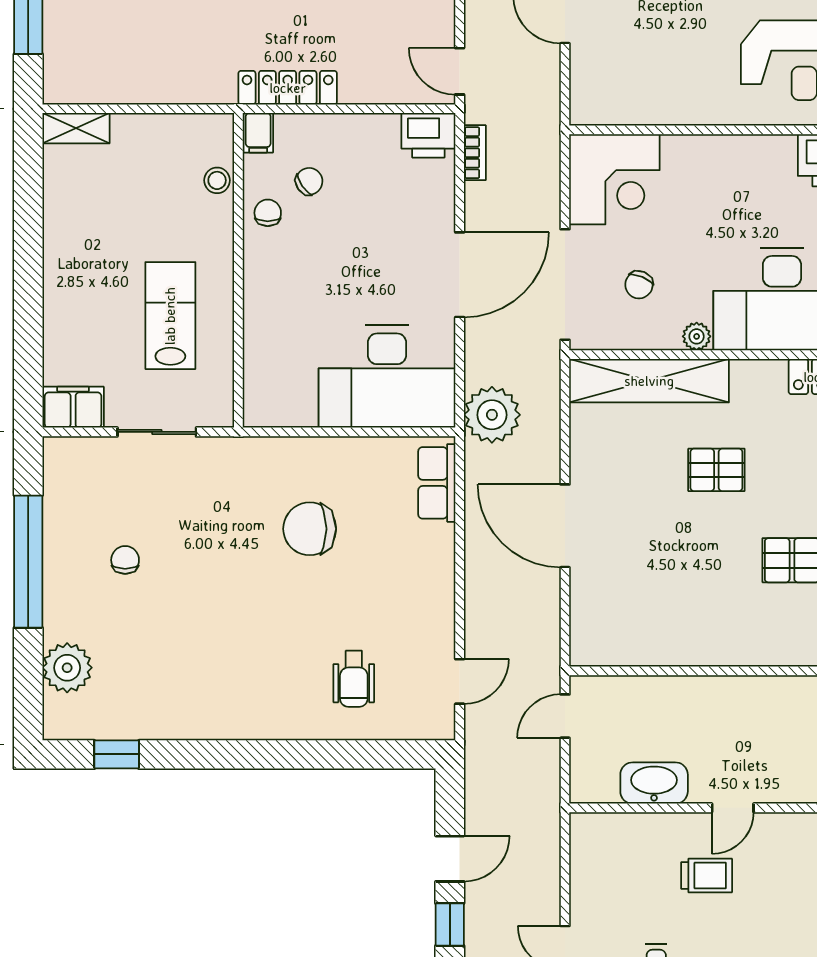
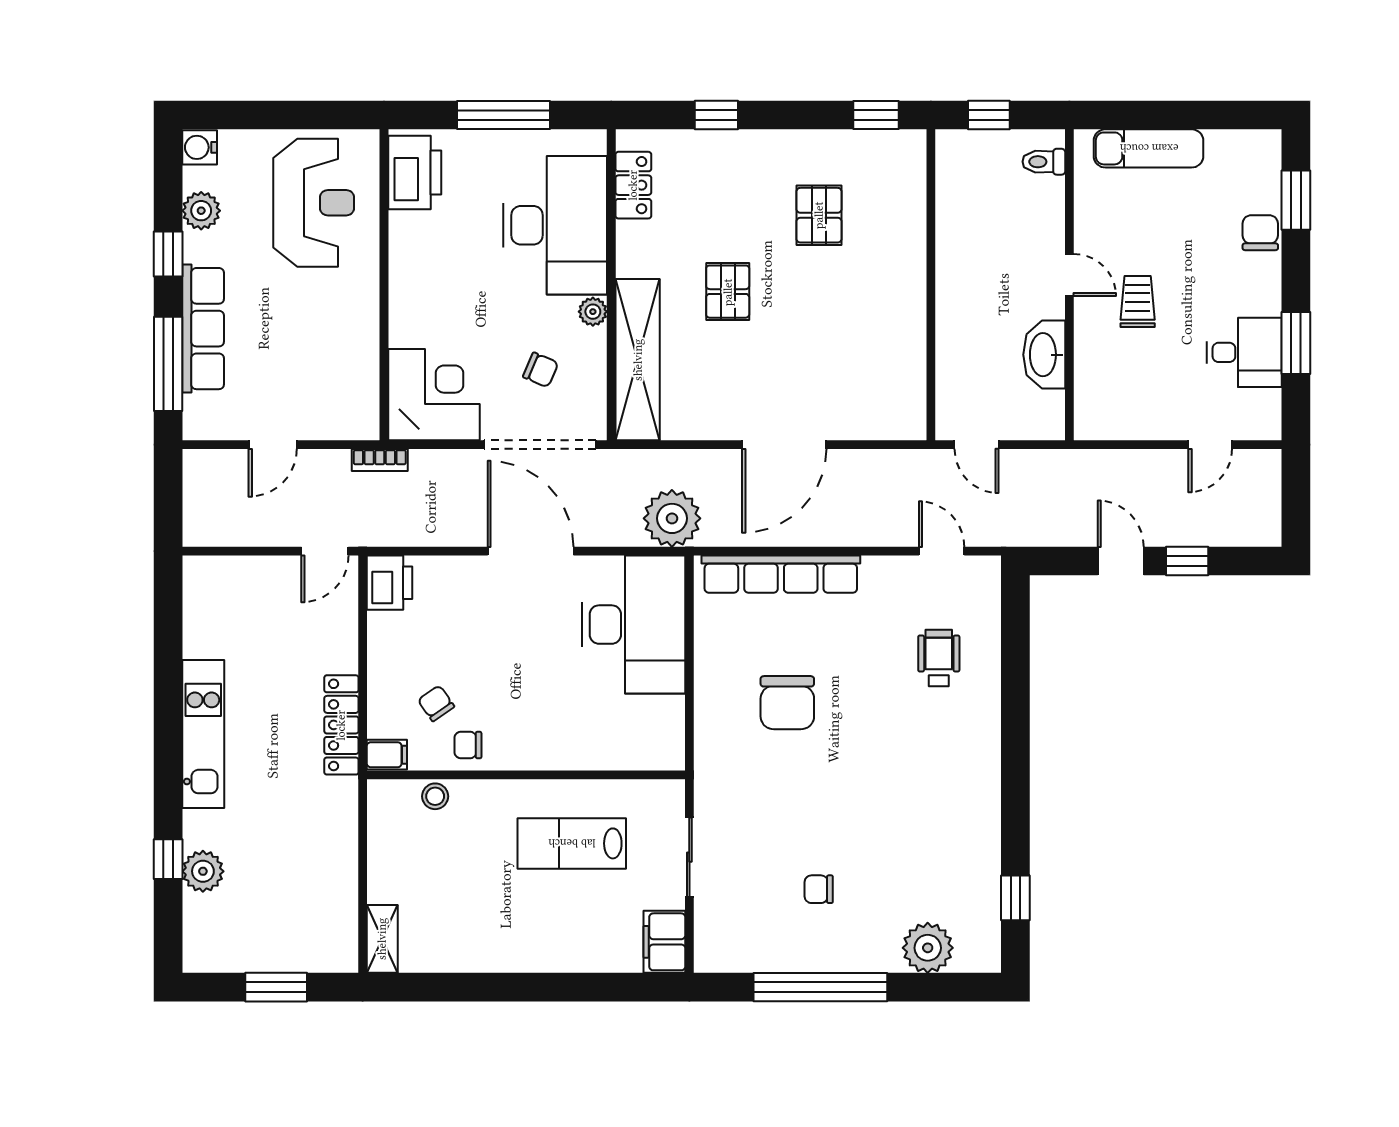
bookcase: (475, 153) -> (380, 460), moved, turned 180
row of seats: (437, 483) -> (781, 574), width x2.02
wheelchair: (354, 679) -> (939, 658), turned -90

